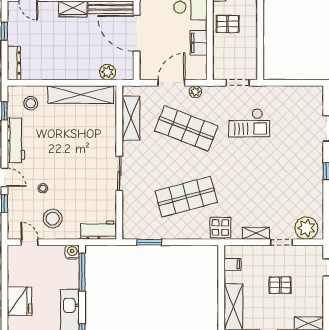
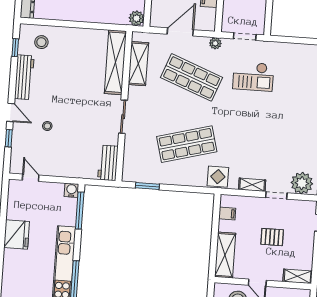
plant: (108, 72) -> (137, 18), moved
plant: (195, 92) -> (215, 43), moved
shelving: (81, 95) -> (115, 62), moved, turned 90
stool: (53, 219) -> (55, 156), removed
workbench: (99, 230) -> (108, 163), moved, turned -90

